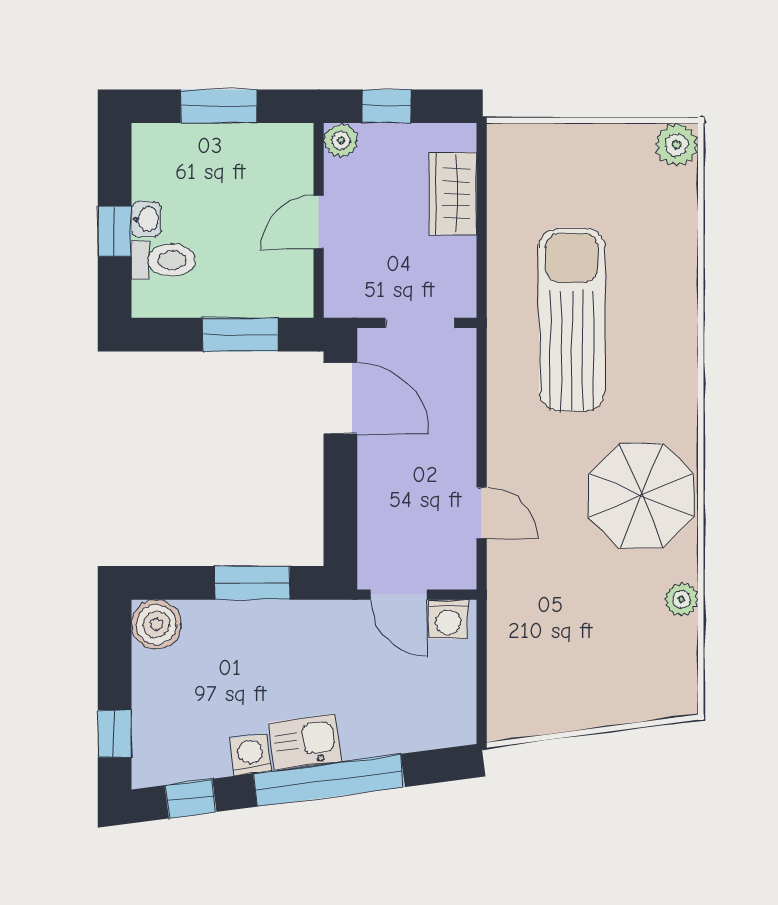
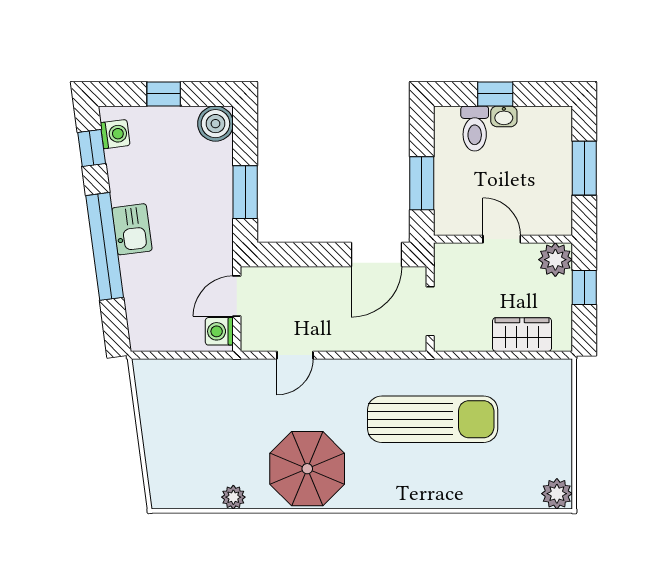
plant: (341, 140) -> (555, 260), width x1.38, depth x1.38
window: (115, 734) -> (164, 94), moved
washing machine: (250, 755) -> (115, 134), moved

